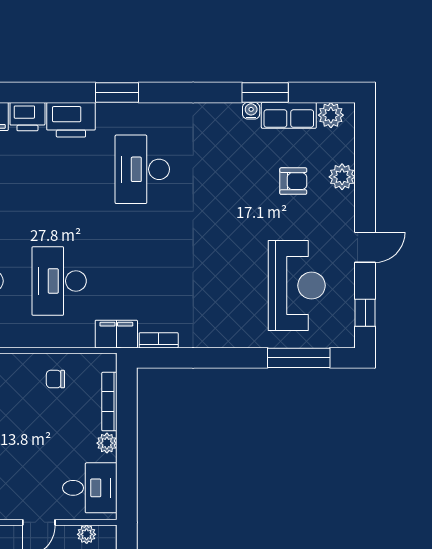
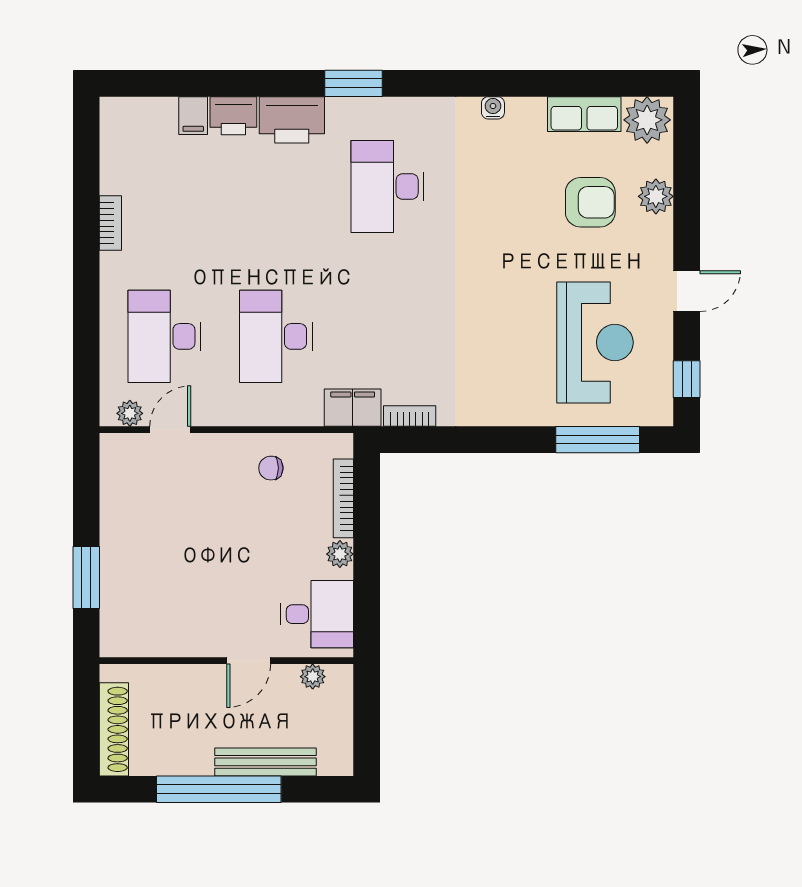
window: (265, 92) -> (552, 83), removed
water cooler: (251, 111) -> (493, 108), moved
plant: (331, 115) -> (647, 120), width x1.36, depth x1.36
armchair: (293, 181) -> (590, 202), width x1.38, depth x1.38

